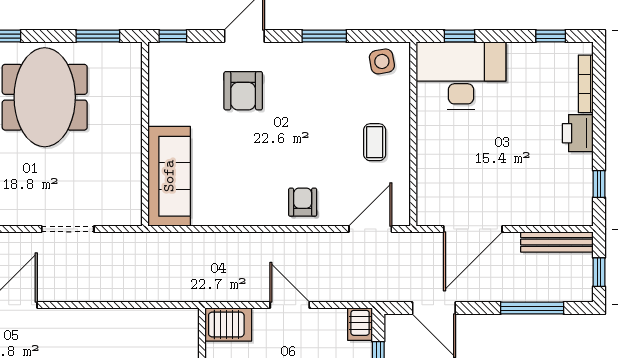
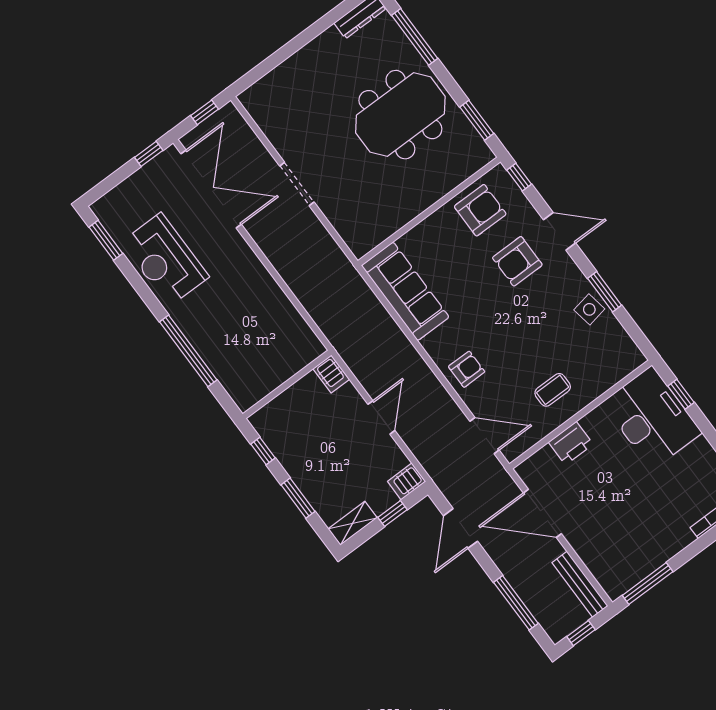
side table: (382, 61) -> (589, 309), moved
armchair: (176, 90) -> (480, 210), added
printer: (578, 133) -> (571, 443), moved, turned 180
sofa: (169, 176) -> (405, 291), moved, turned -90
window: (599, 184) -> (648, 583), width x2.17
doorway: (68, 229) -> (297, 184), moved
server rack: (228, 325) -> (331, 374), width x0.73, depth x0.70

